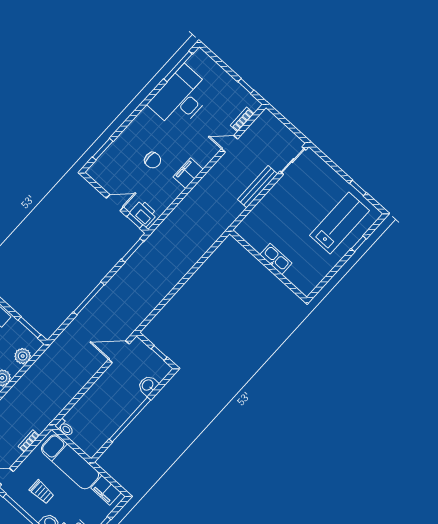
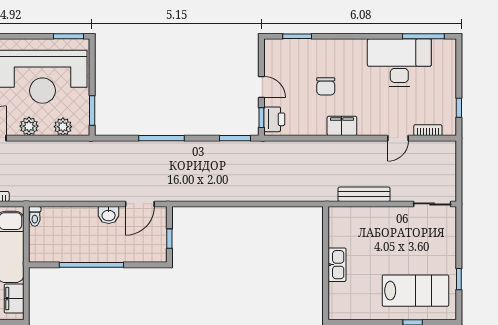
door: (230, 144) -> (398, 138), swing flipped
bench: (258, 187) -> (364, 194), moved
door: (119, 352) -> (140, 204), swing flipped
washbasin: (148, 385) -> (109, 215), moved, turned 180

